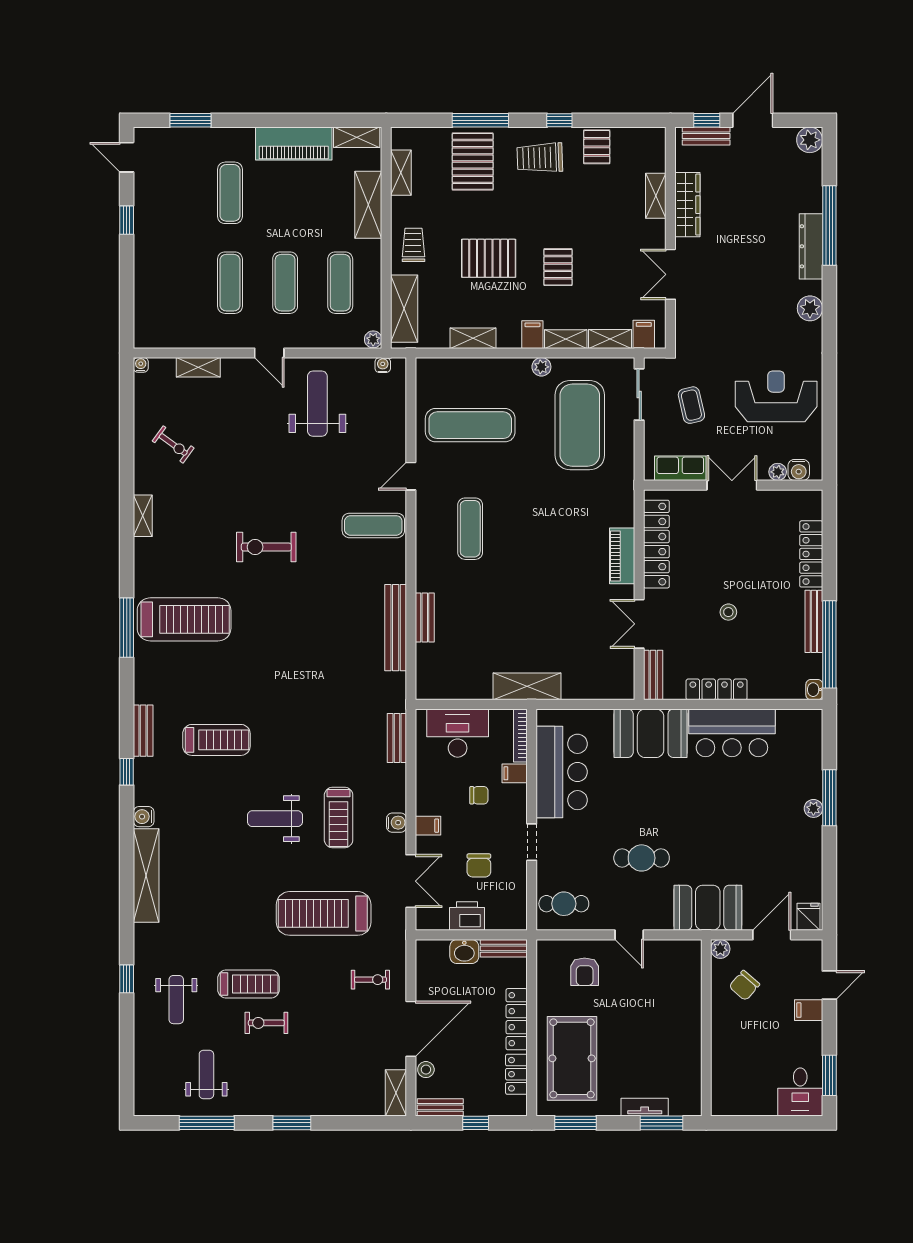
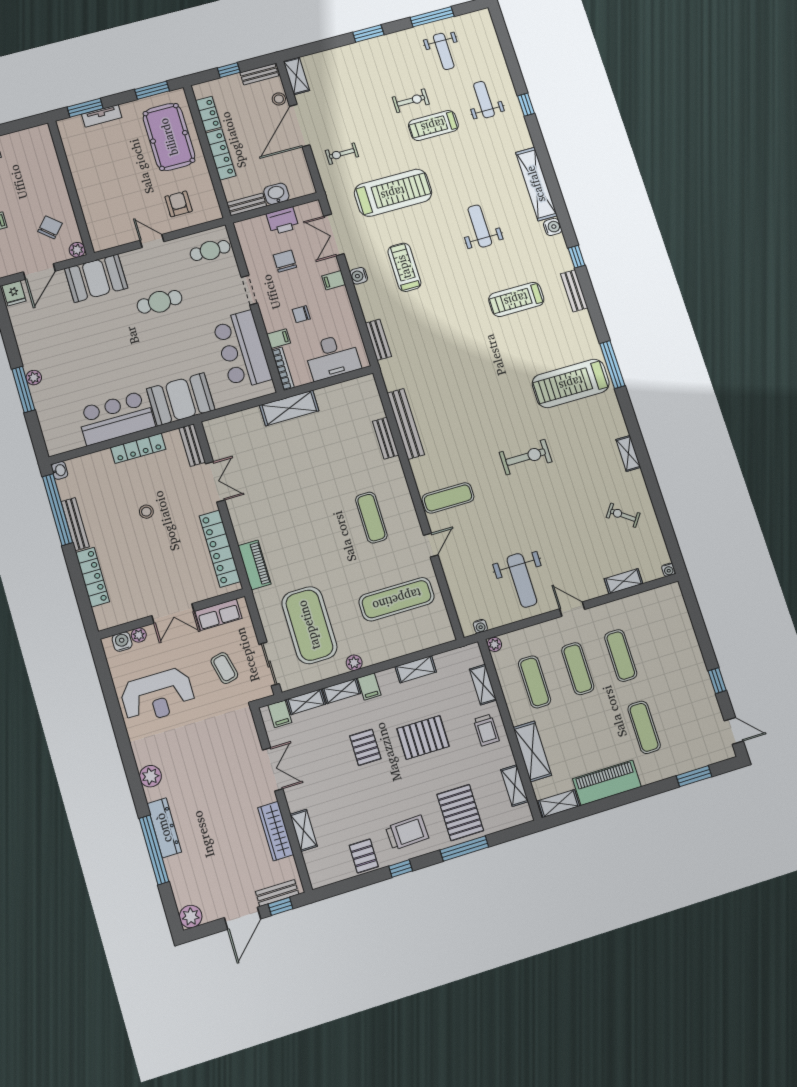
shelving: (404, 309) -> (483, 685), width x0.67, depth x0.75
piano: (622, 556) -> (254, 565), moved
weight bench: (275, 819) -> (480, 226), moved, turned -90

